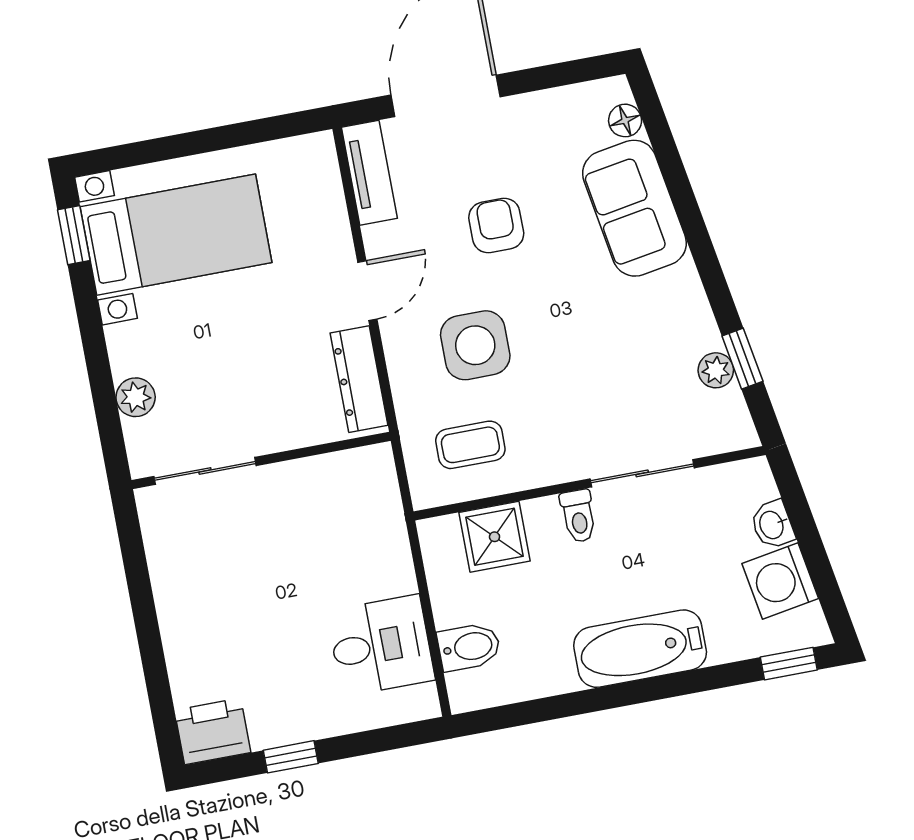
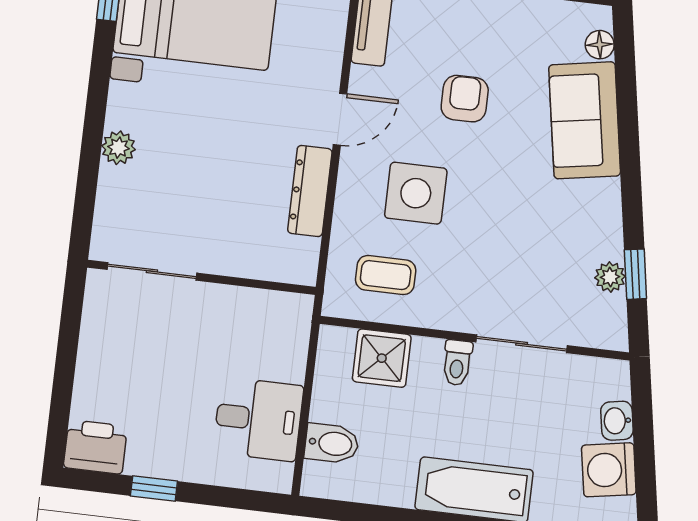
wall: (261, 460) -> (201, 277), moved
sliding door: (205, 471) -> (152, 271), moved

